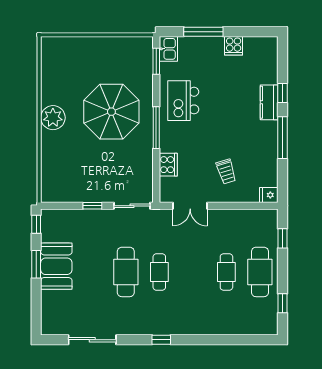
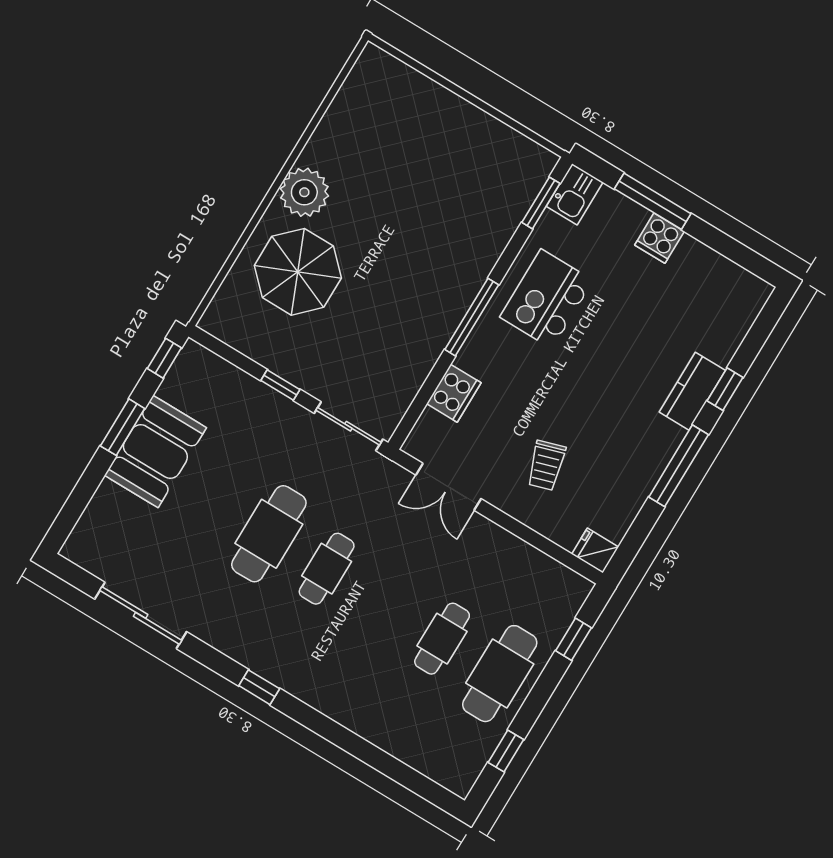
cooker: (234, 46) -> (659, 238), moved
parasol: (111, 112) -> (298, 272), moved, width x0.73, depth x0.73

